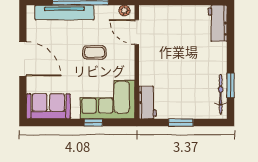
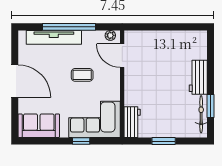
workbench: (218, 23) -> (198, 77), moved

